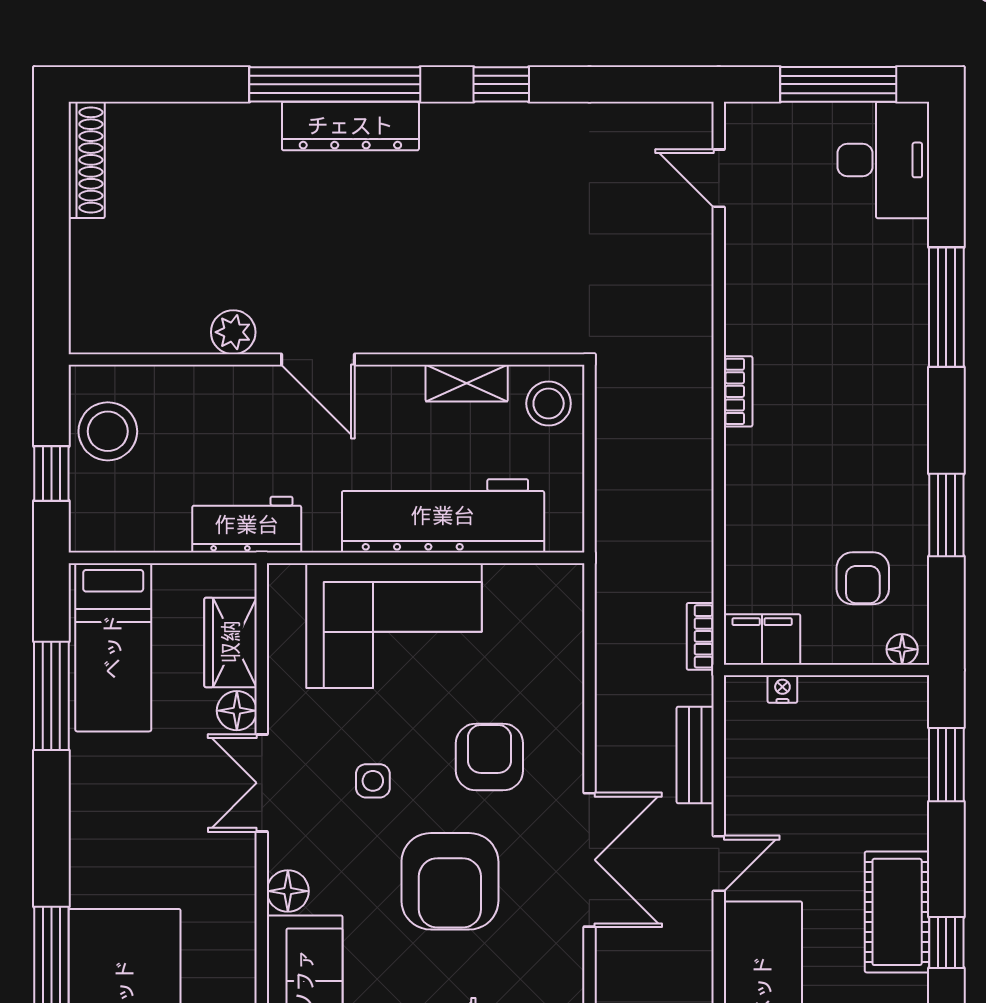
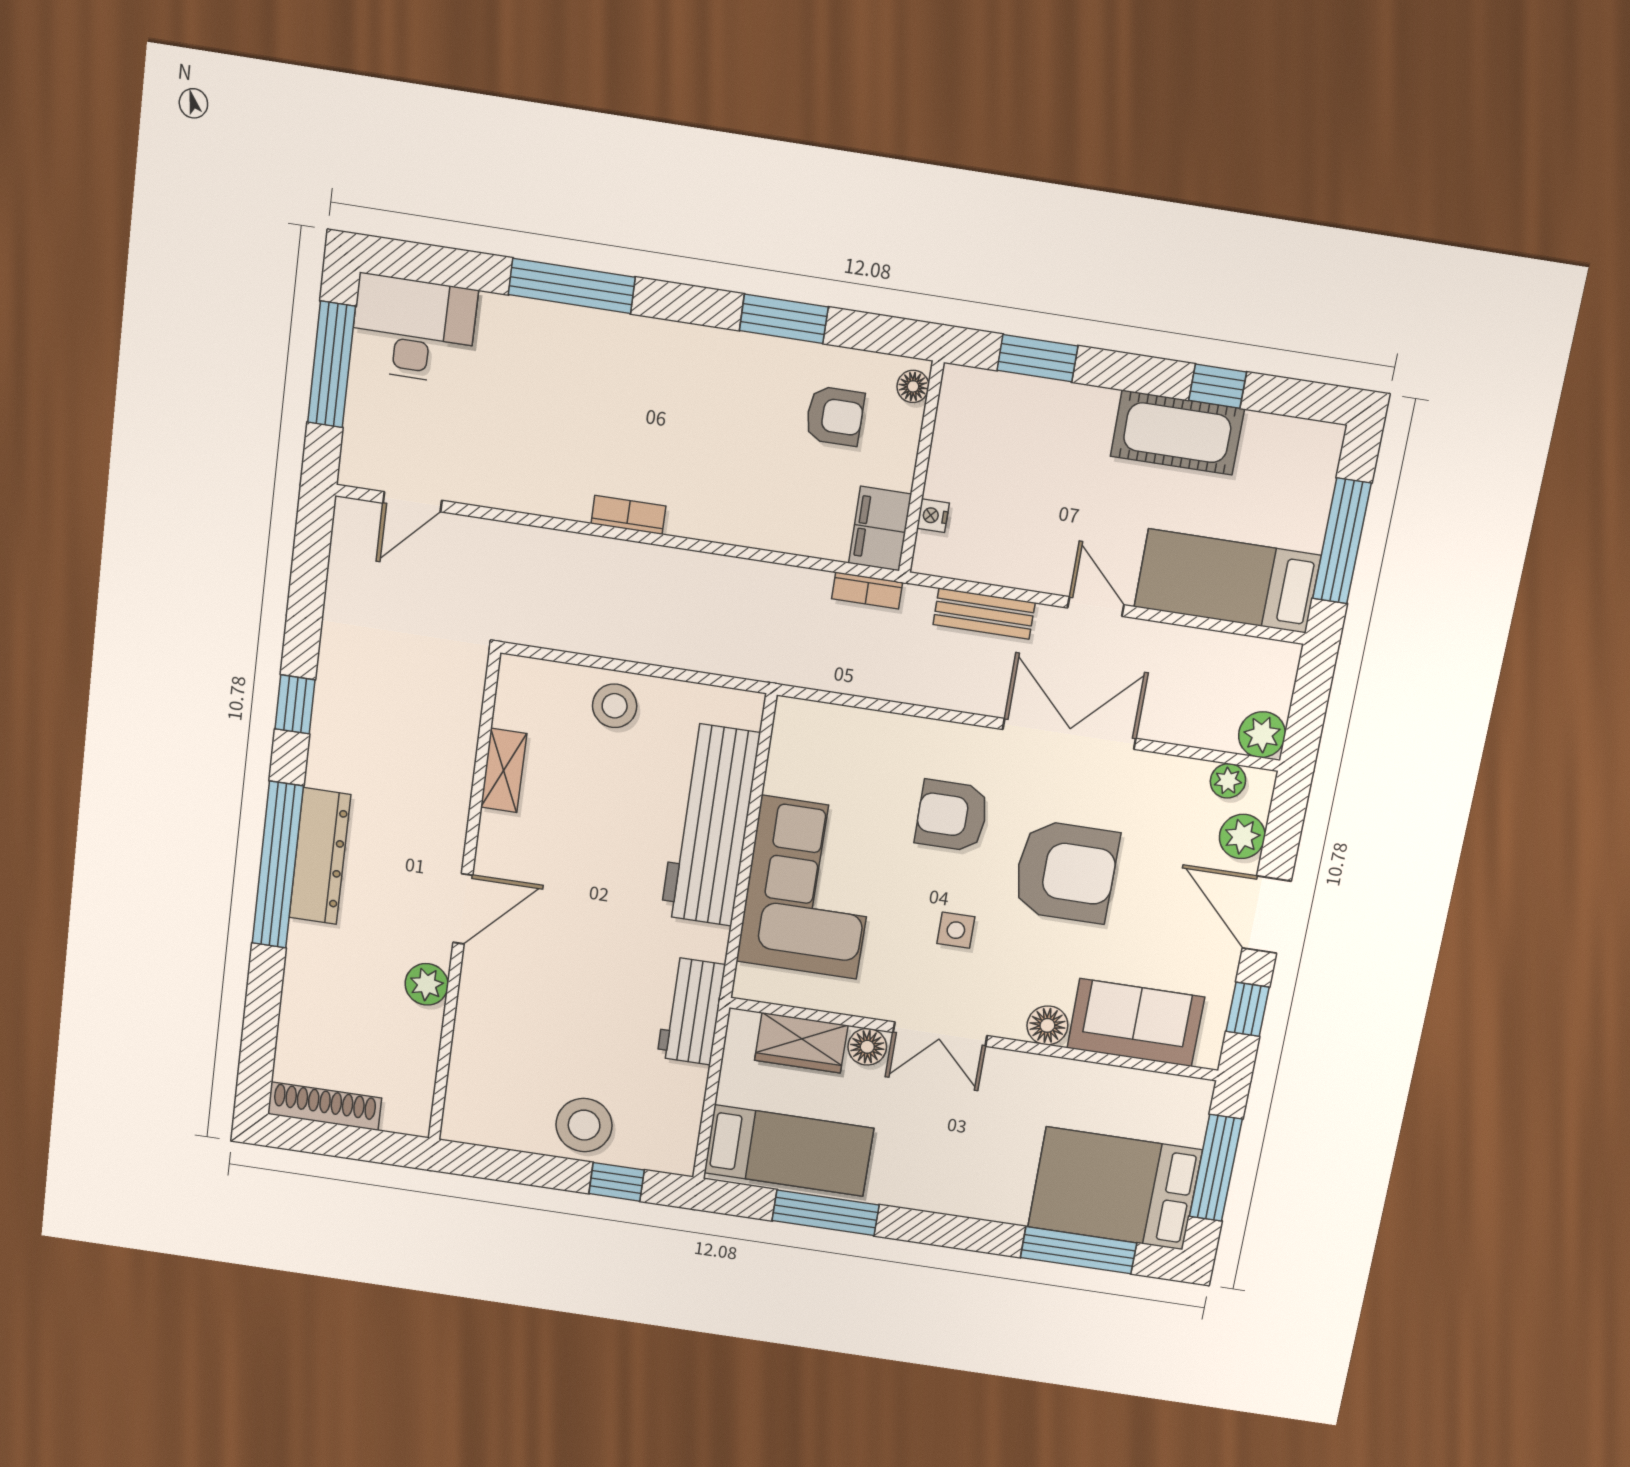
plant: (233, 332) -> (427, 984), moved
door: (318, 360) -> (463, 909), moved
wall: (326, 360) -> (464, 901), moved
shelving: (467, 383) -> (504, 770), moved

